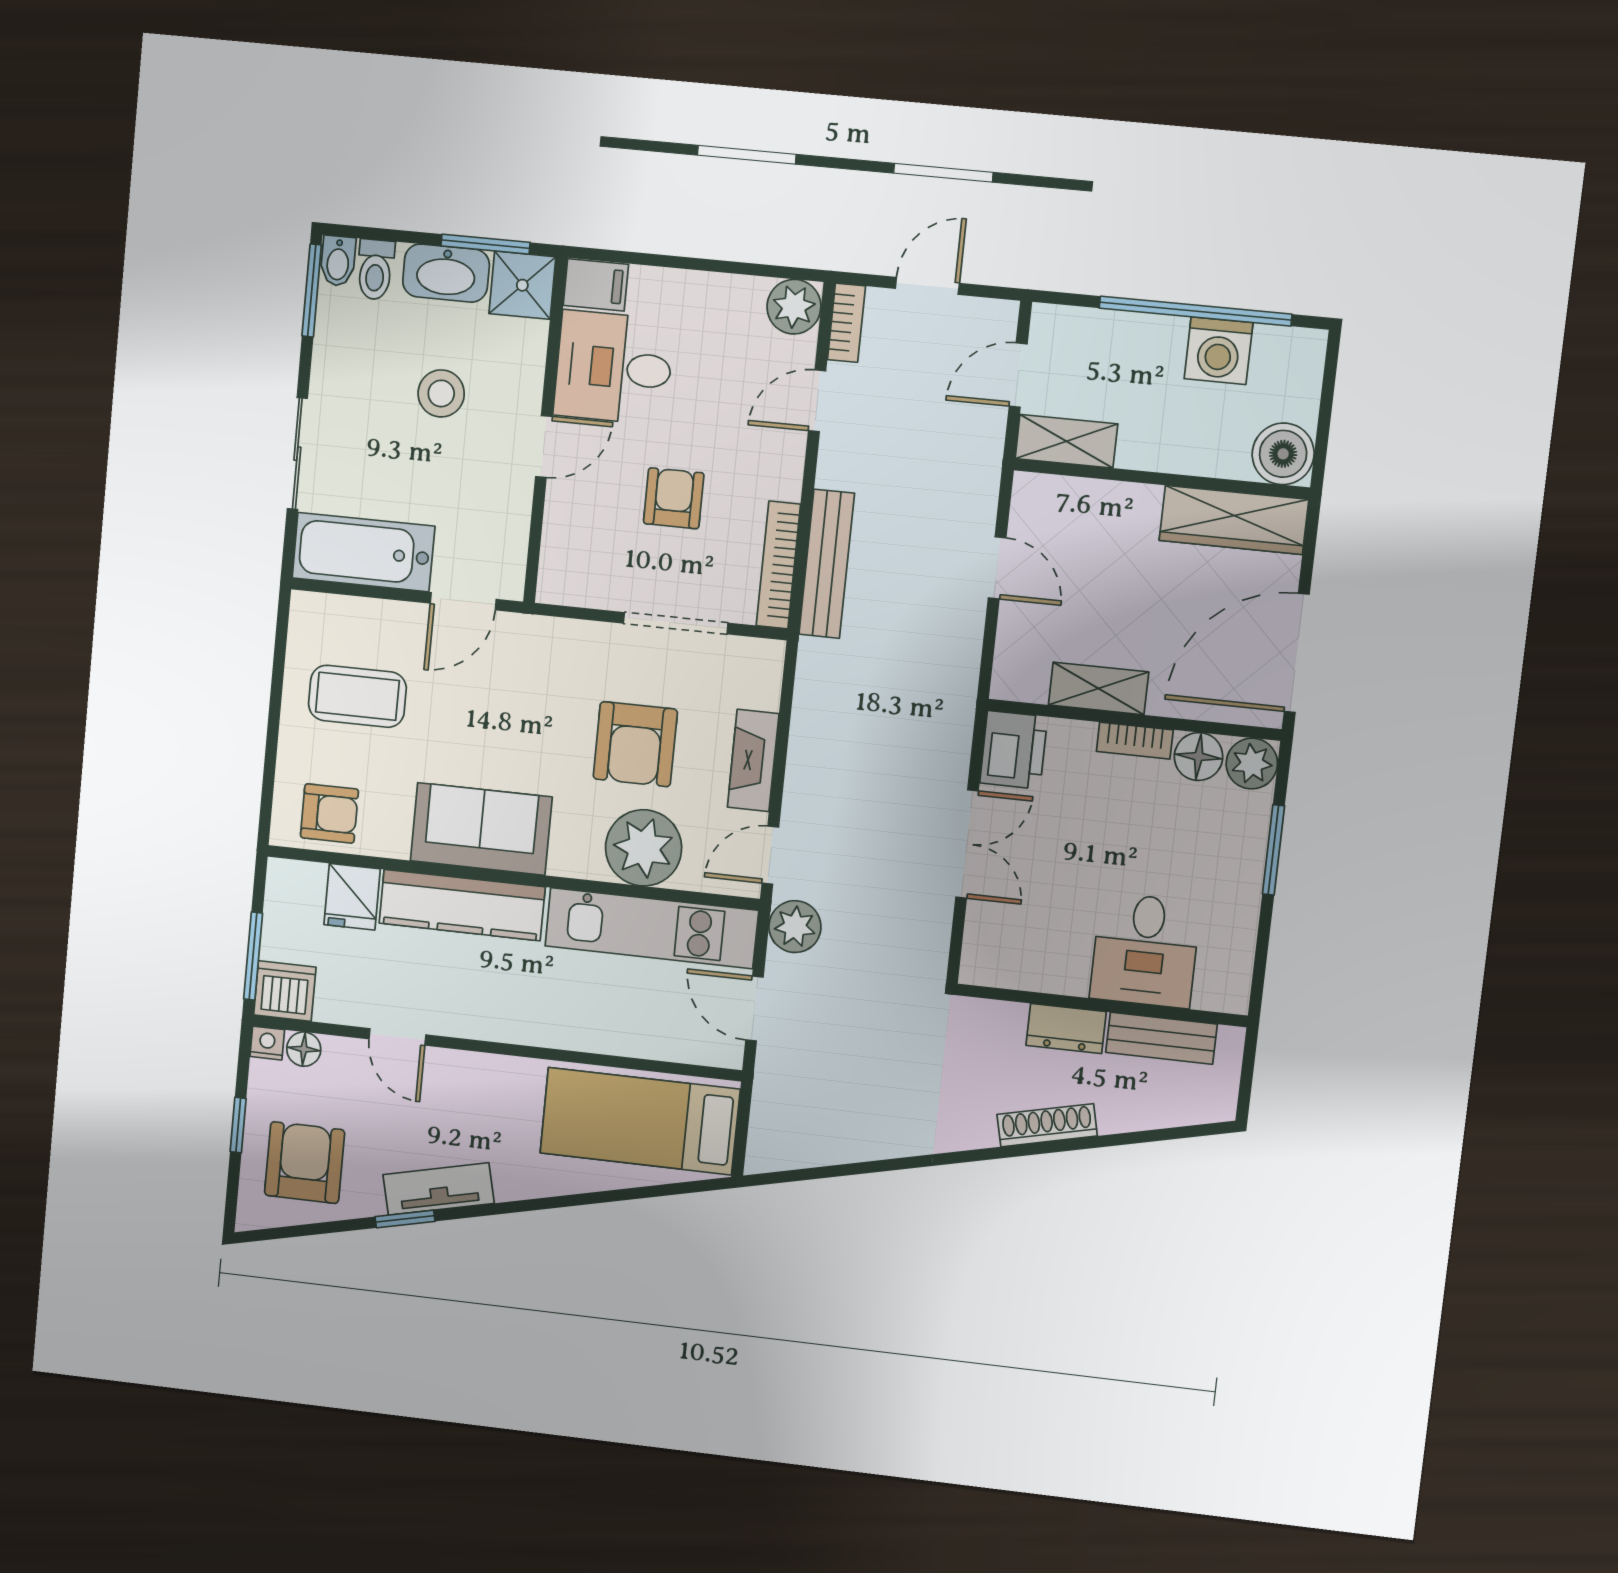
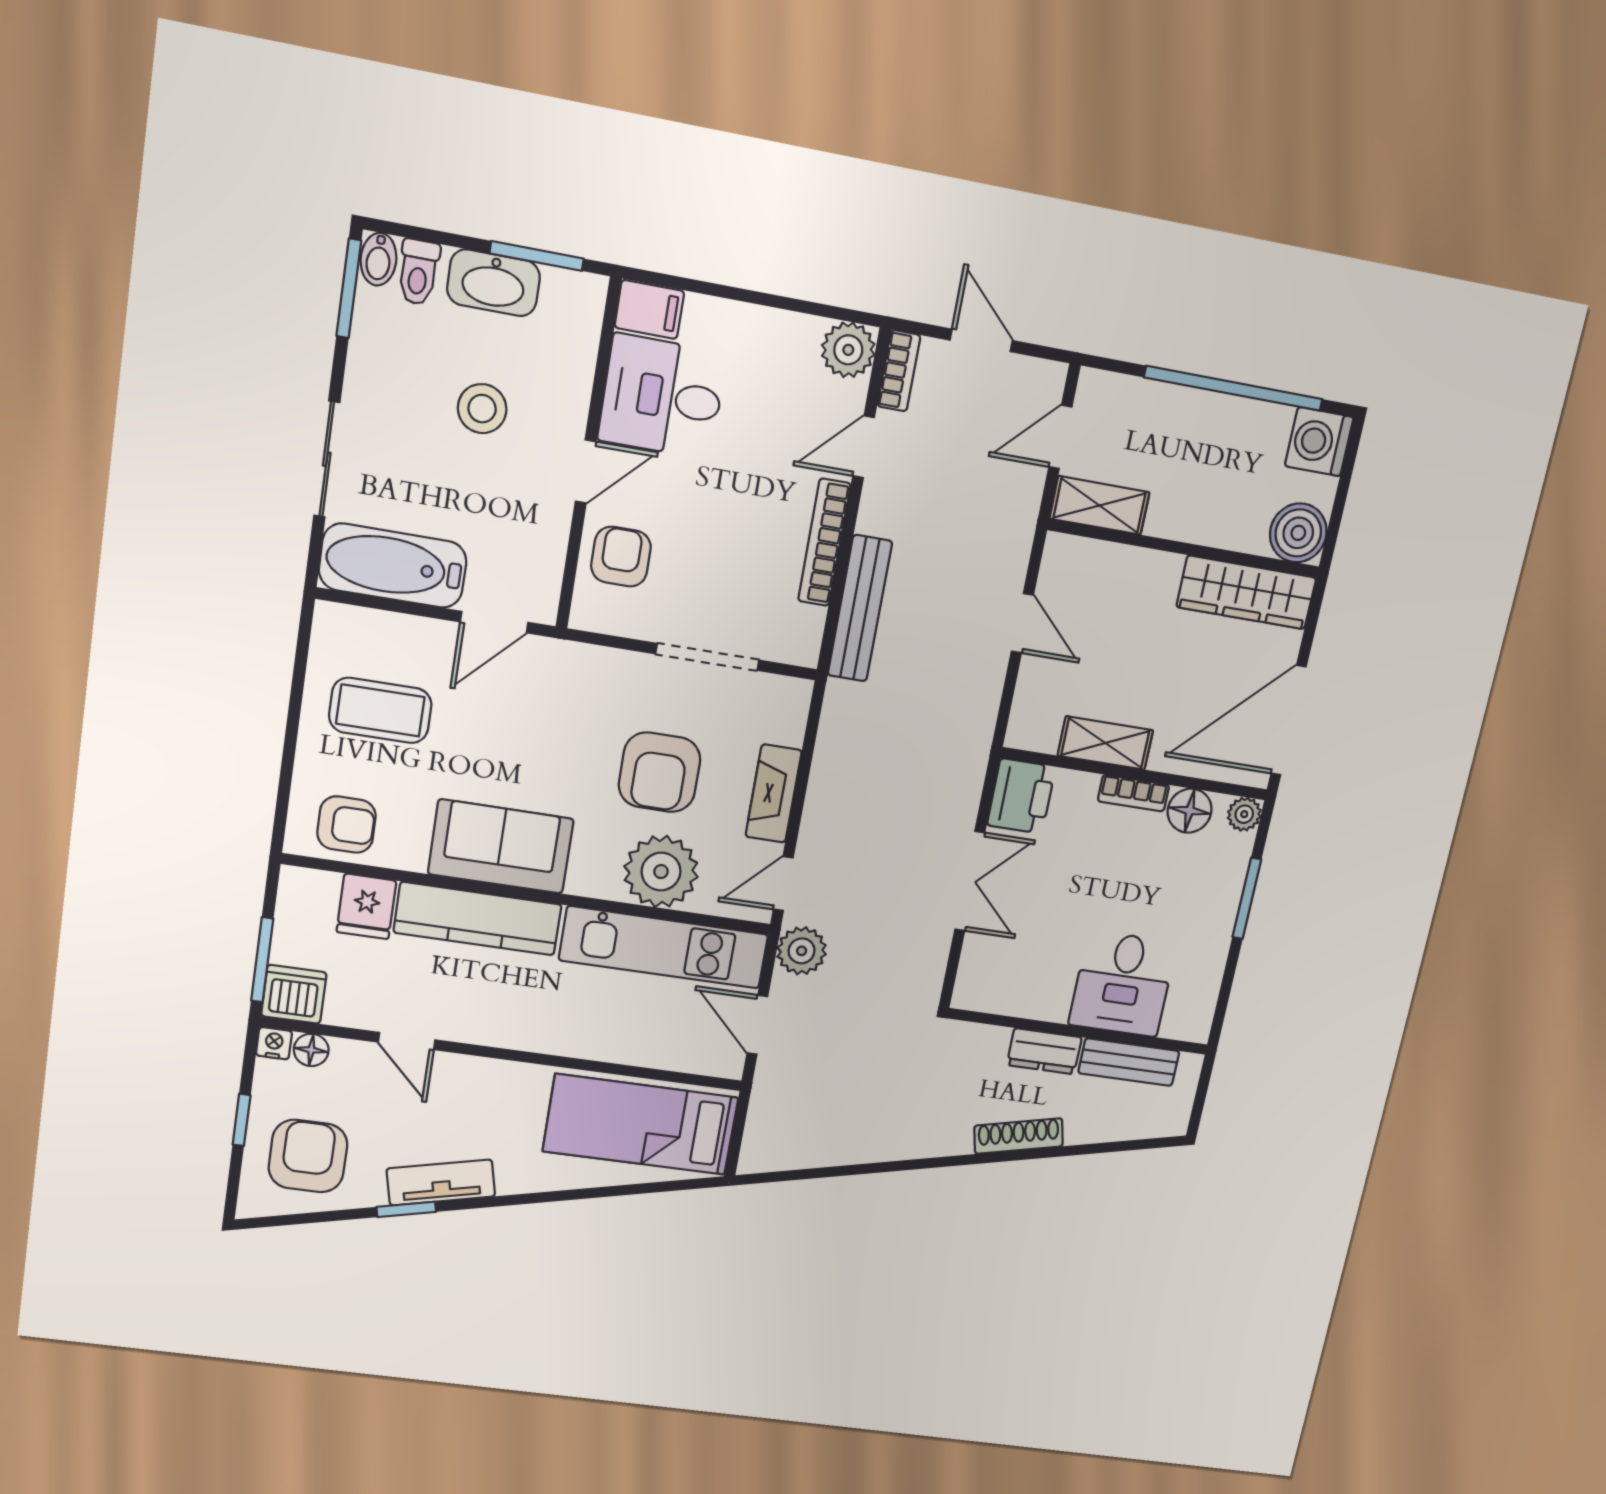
shower: (522, 285) -> (573, 303), removed
door: (927, 286) -> (981, 340), hinge flipped
washing machine: (1218, 351) -> (1319, 442), moved, turned 90
armchair: (674, 498) -> (621, 557), moved
bookcase: (778, 565) -> (824, 542), moved
plant: (1252, 764) -> (1244, 814), width x0.73, depth x0.73

